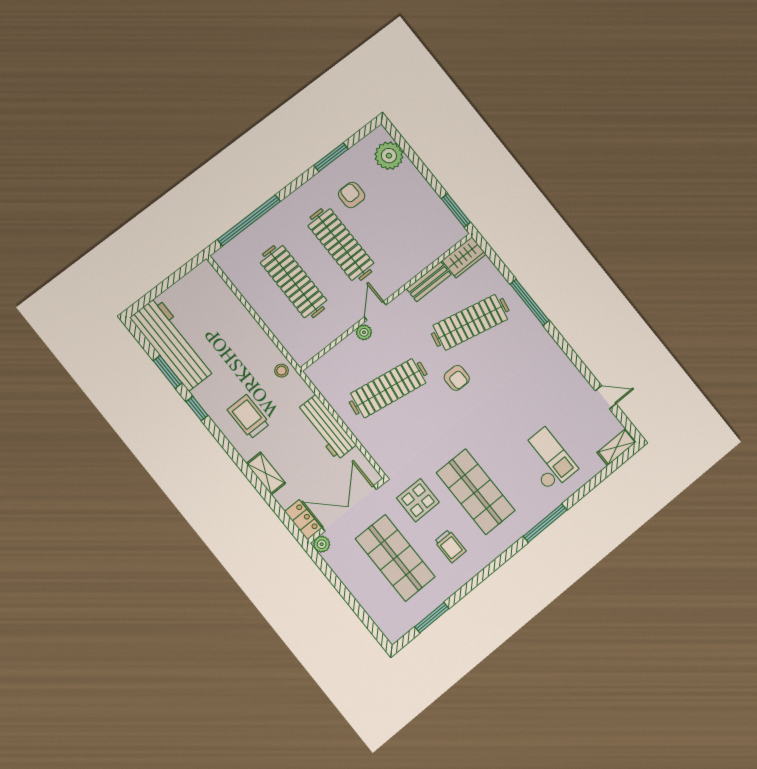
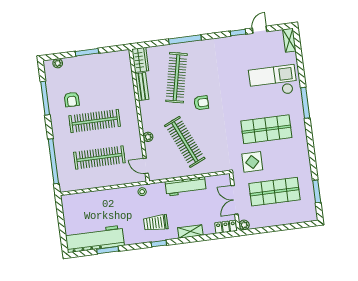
plant: (389, 156) -> (58, 63), width x0.53, depth x0.53
window: (331, 157) -> (45, 98), width x1.44
armchair: (352, 195) -> (72, 99), turned -90
window: (456, 210) -> (87, 52), moved
door: (375, 311) -> (146, 166), moved
window: (584, 370) -> (238, 33), added
clothes rail: (388, 388) -> (185, 142), turned -33
window: (197, 409) -> (159, 244), moved
checkout: (547, 460) -> (273, 81), width x1.36, depth x1.21
double door: (349, 508) -> (235, 200), width x0.73
trolley: (450, 546) -> (286, 160), removed

